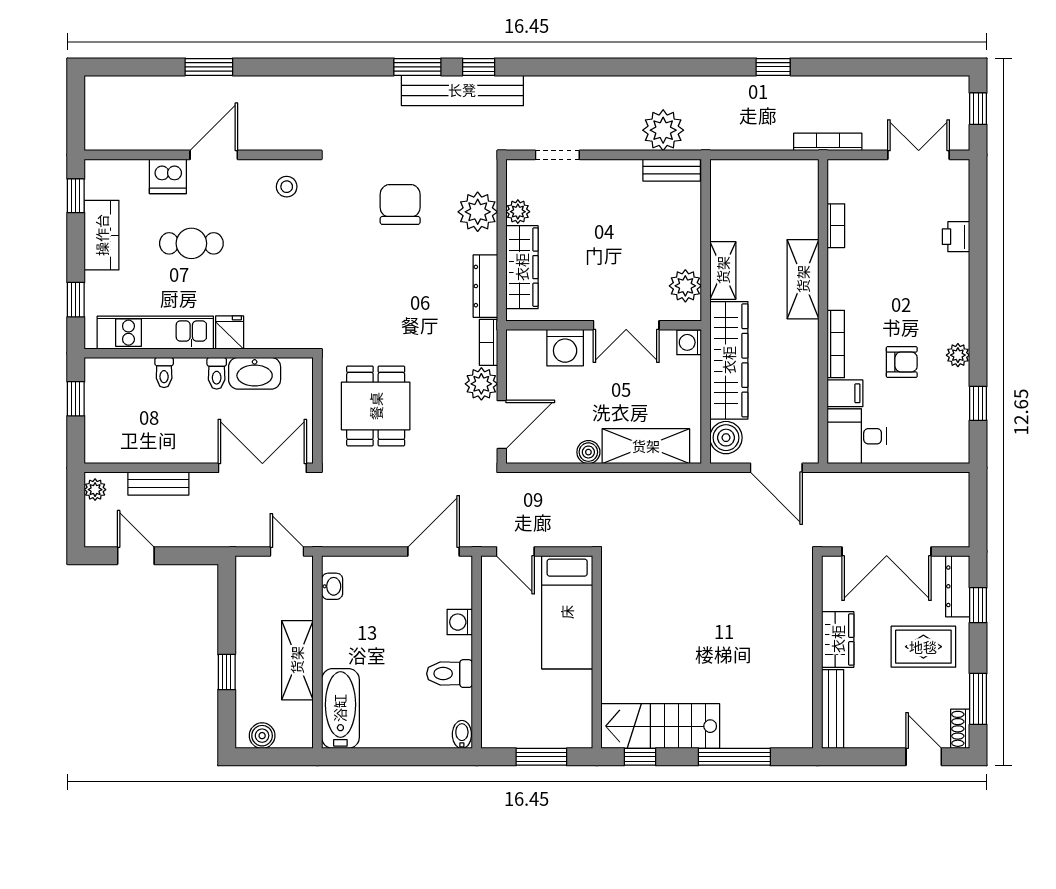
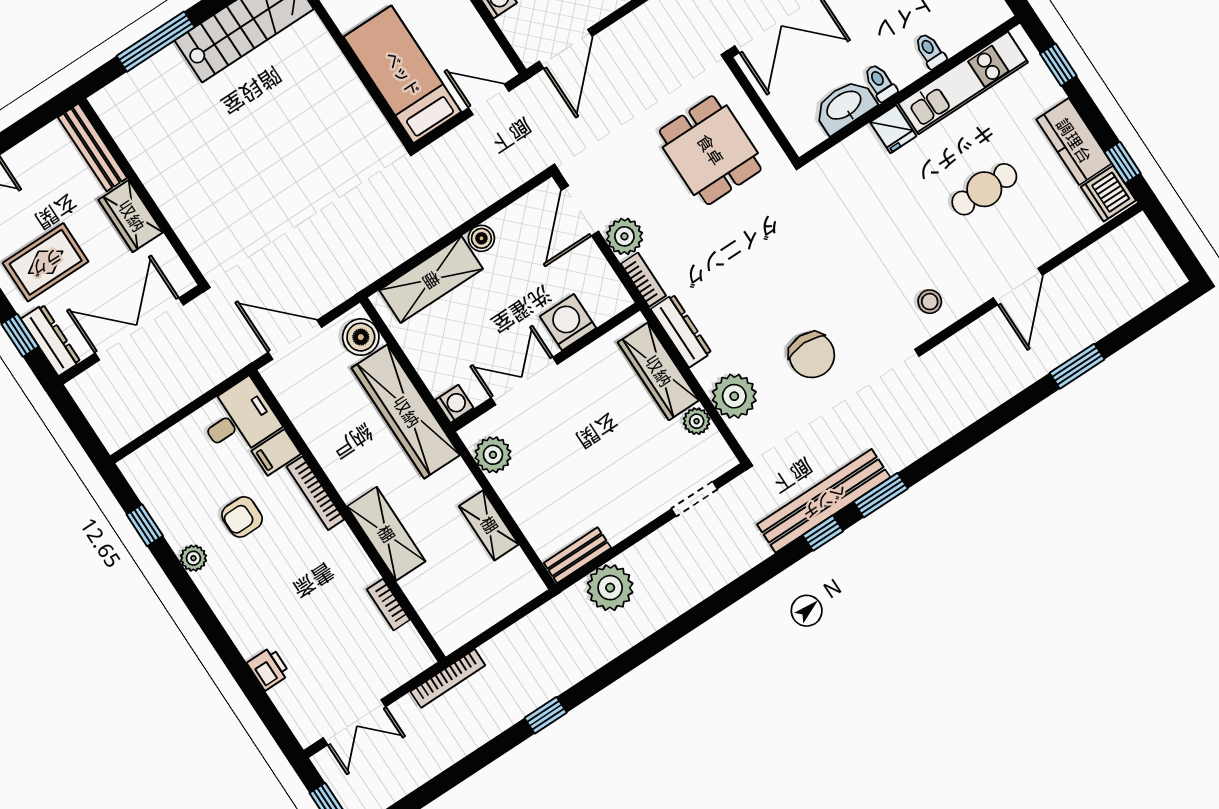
dishwasher: (168, 176) -> (1108, 194), moved, turned -90
shelving: (723, 270) -> (489, 525), moved

